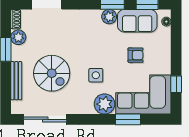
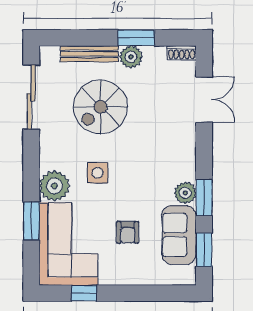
floor lamp: (166, 22) -> (178, 278), removed
plant: (18, 37) -> (131, 57), moved

